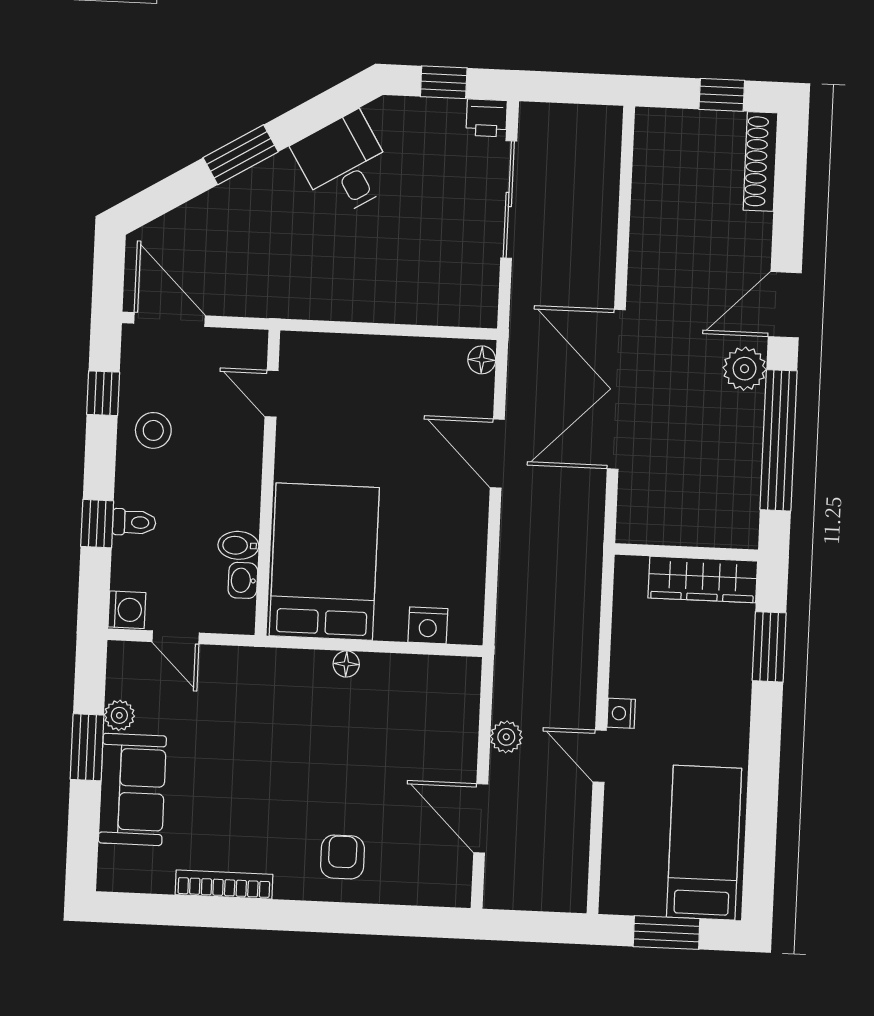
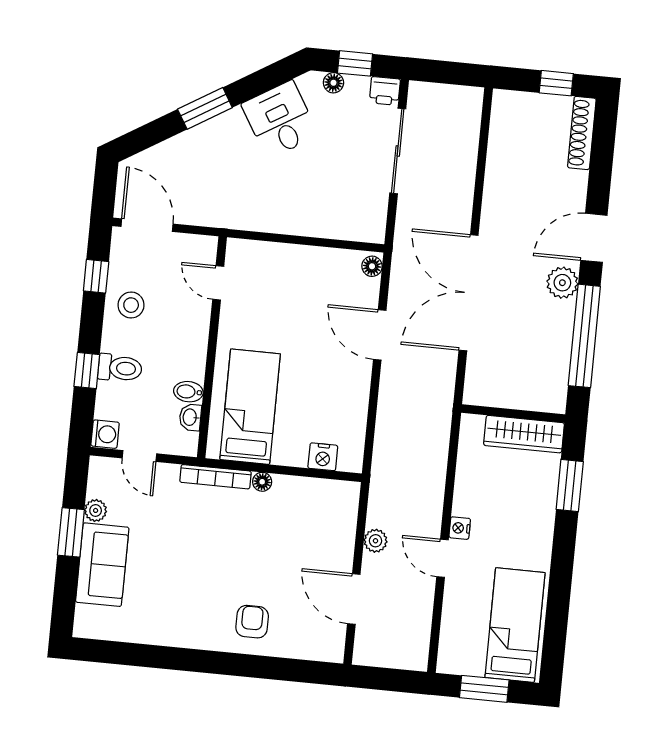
floor lamp: (416, 110) -> (333, 83), added
toilet: (134, 522) -> (120, 368), width x1.37, depth x1.39
bed: (324, 562) -> (250, 407), width x0.67
bookcase: (224, 885) -> (215, 477), moved, turned 180

